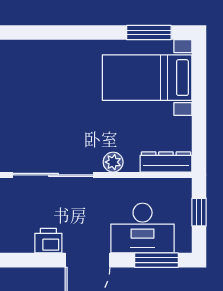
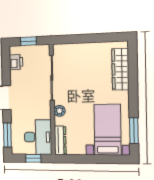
wardrobe: (42, 54) -> (120, 69), added
desk: (143, 228) -> (38, 137), moved, turned 180
printer: (48, 241) -> (16, 62), moved

